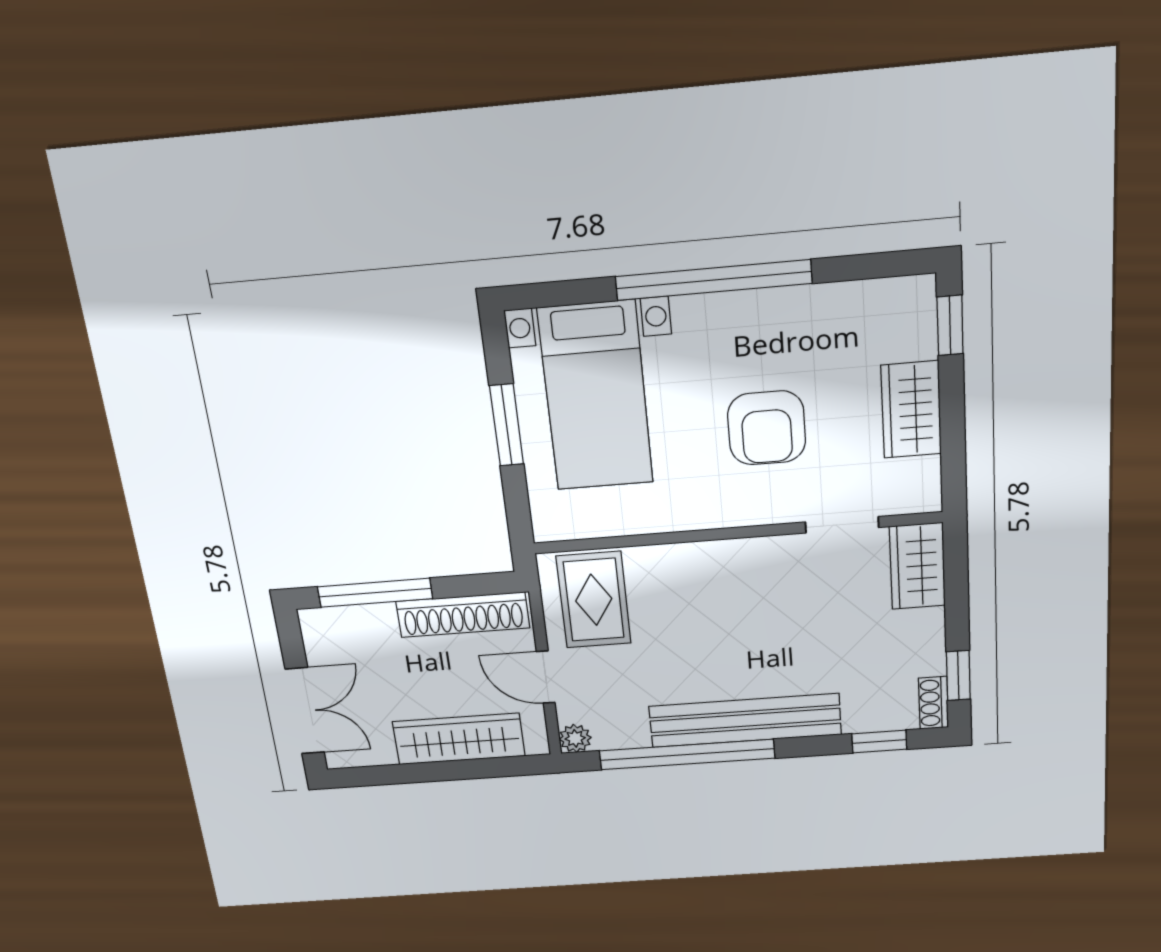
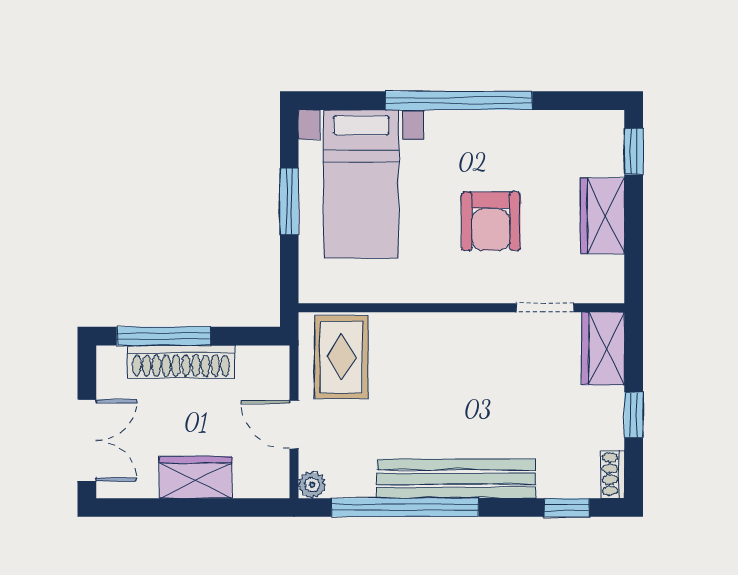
shoe rack: (463, 615) -> (181, 362), moved
window: (958, 676) -> (634, 415), moved
wardrobe: (459, 739) -> (196, 477), width x0.67

